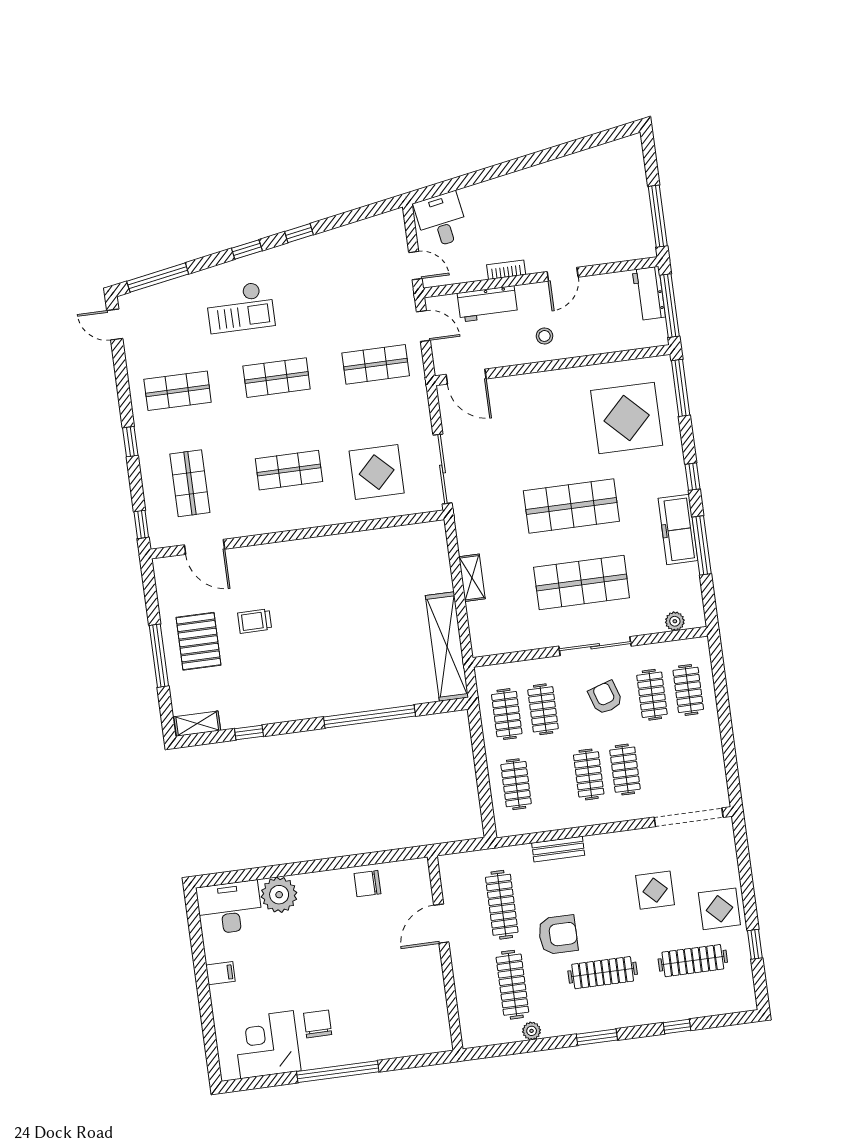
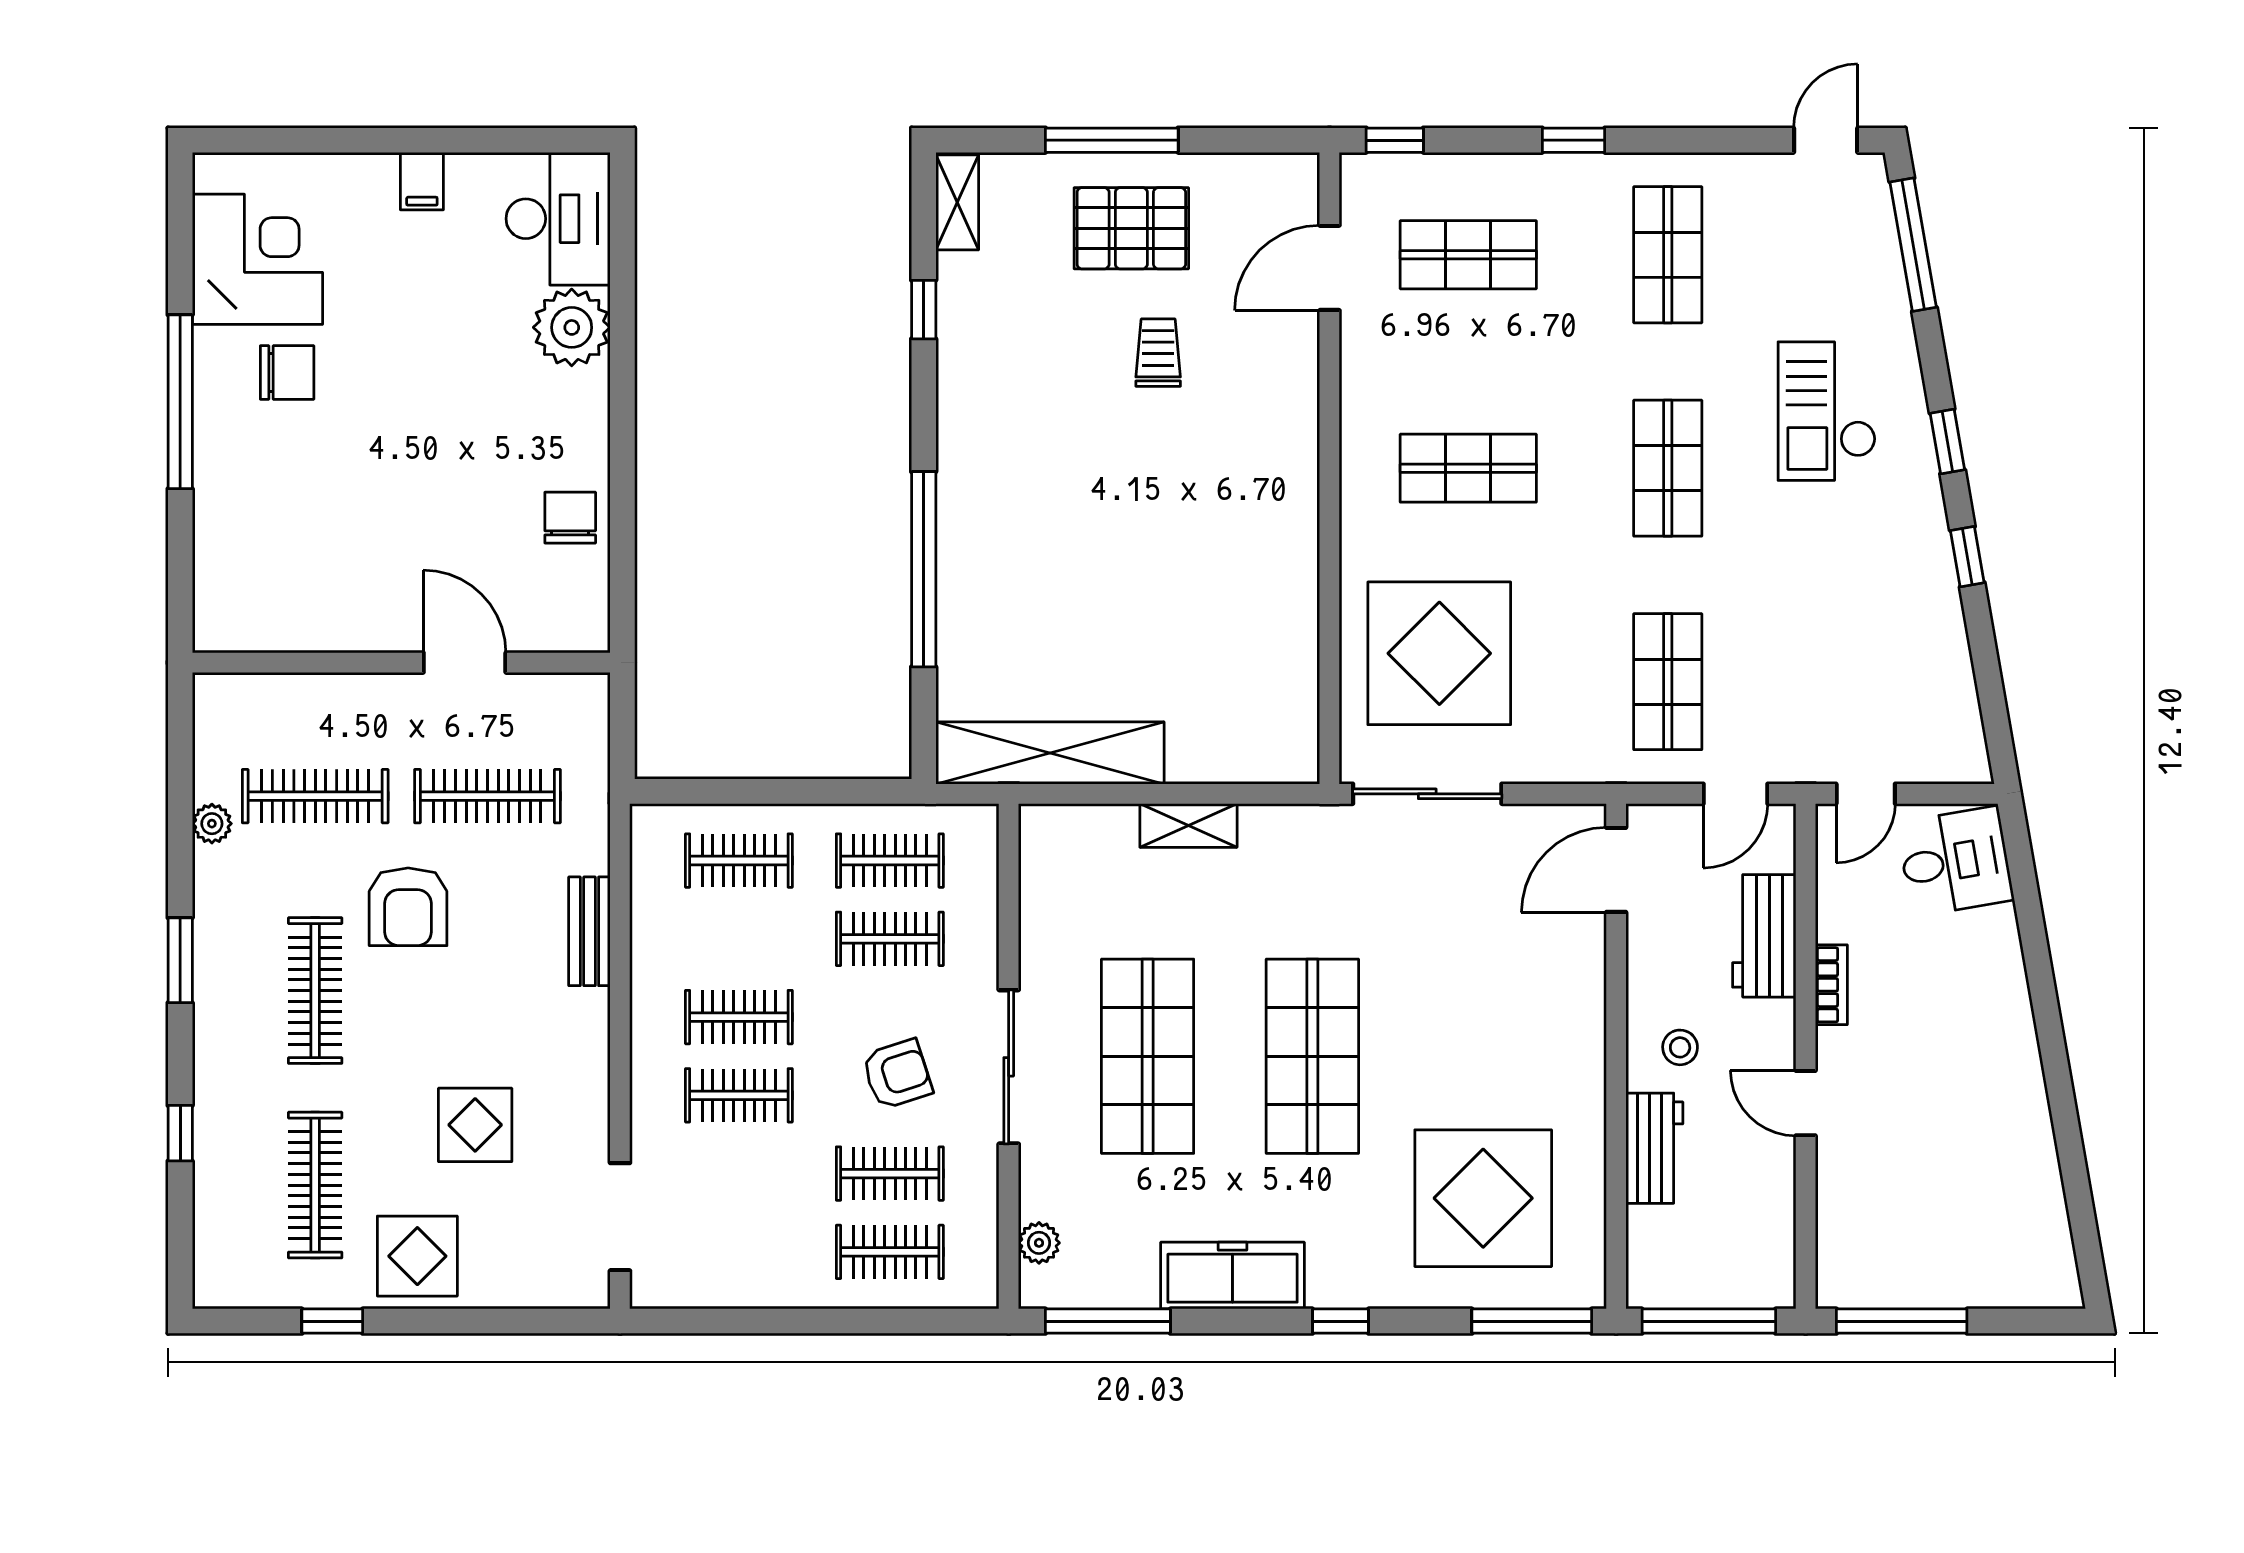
workbench: (649, 293) -> (1654, 1148), moved, turned 90
shop shelf: (289, 470) -> (1468, 468), turned 90
display table: (377, 472) -> (1439, 653), width x1.36, depth x1.36
window: (702, 545) -> (1108, 1321), moved
doorway: (689, 817) -> (620, 1217), width x0.73

